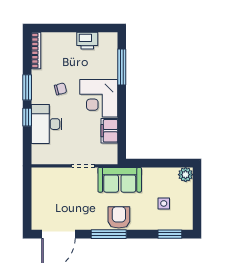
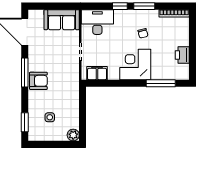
desk: (47, 124) -> (97, 22), moved
filing cabinet: (109, 131) -> (97, 73), moved
sofa: (120, 180) -> (62, 20), moved, turned -90

